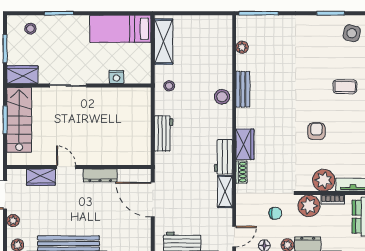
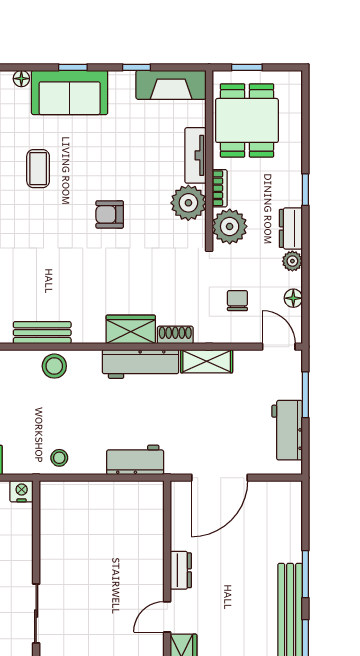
nightstand: (116, 77) -> (22, 491), moved, turned -90
stool: (169, 86) -> (59, 458), moved
workbench: (164, 133) -> (135, 460), moved
workbench: (223, 157) -> (140, 364), width x1.38
dresser: (100, 175) -> (181, 570), width x0.70
chair: (275, 213) -> (237, 301), moved

